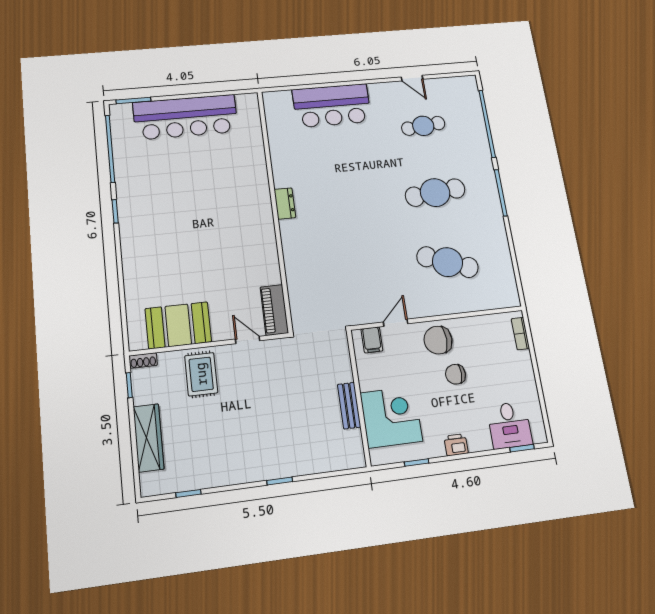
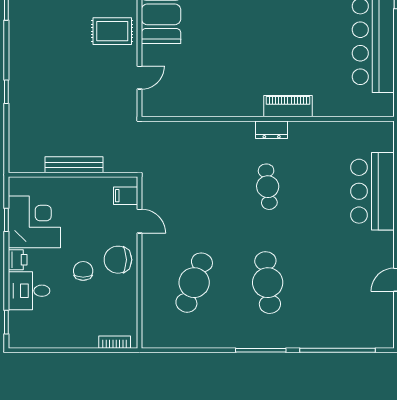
cafe table: (423, 126) -> (268, 187), moved
piano: (274, 310) -> (288, 106), moved
chair: (438, 340) -> (118, 260), turned -90
bench: (349, 406) -> (74, 165), width x1.36
corner desk: (391, 417) -> (34, 222), moved, turned -90
desk: (509, 425) -> (29, 291), moved

